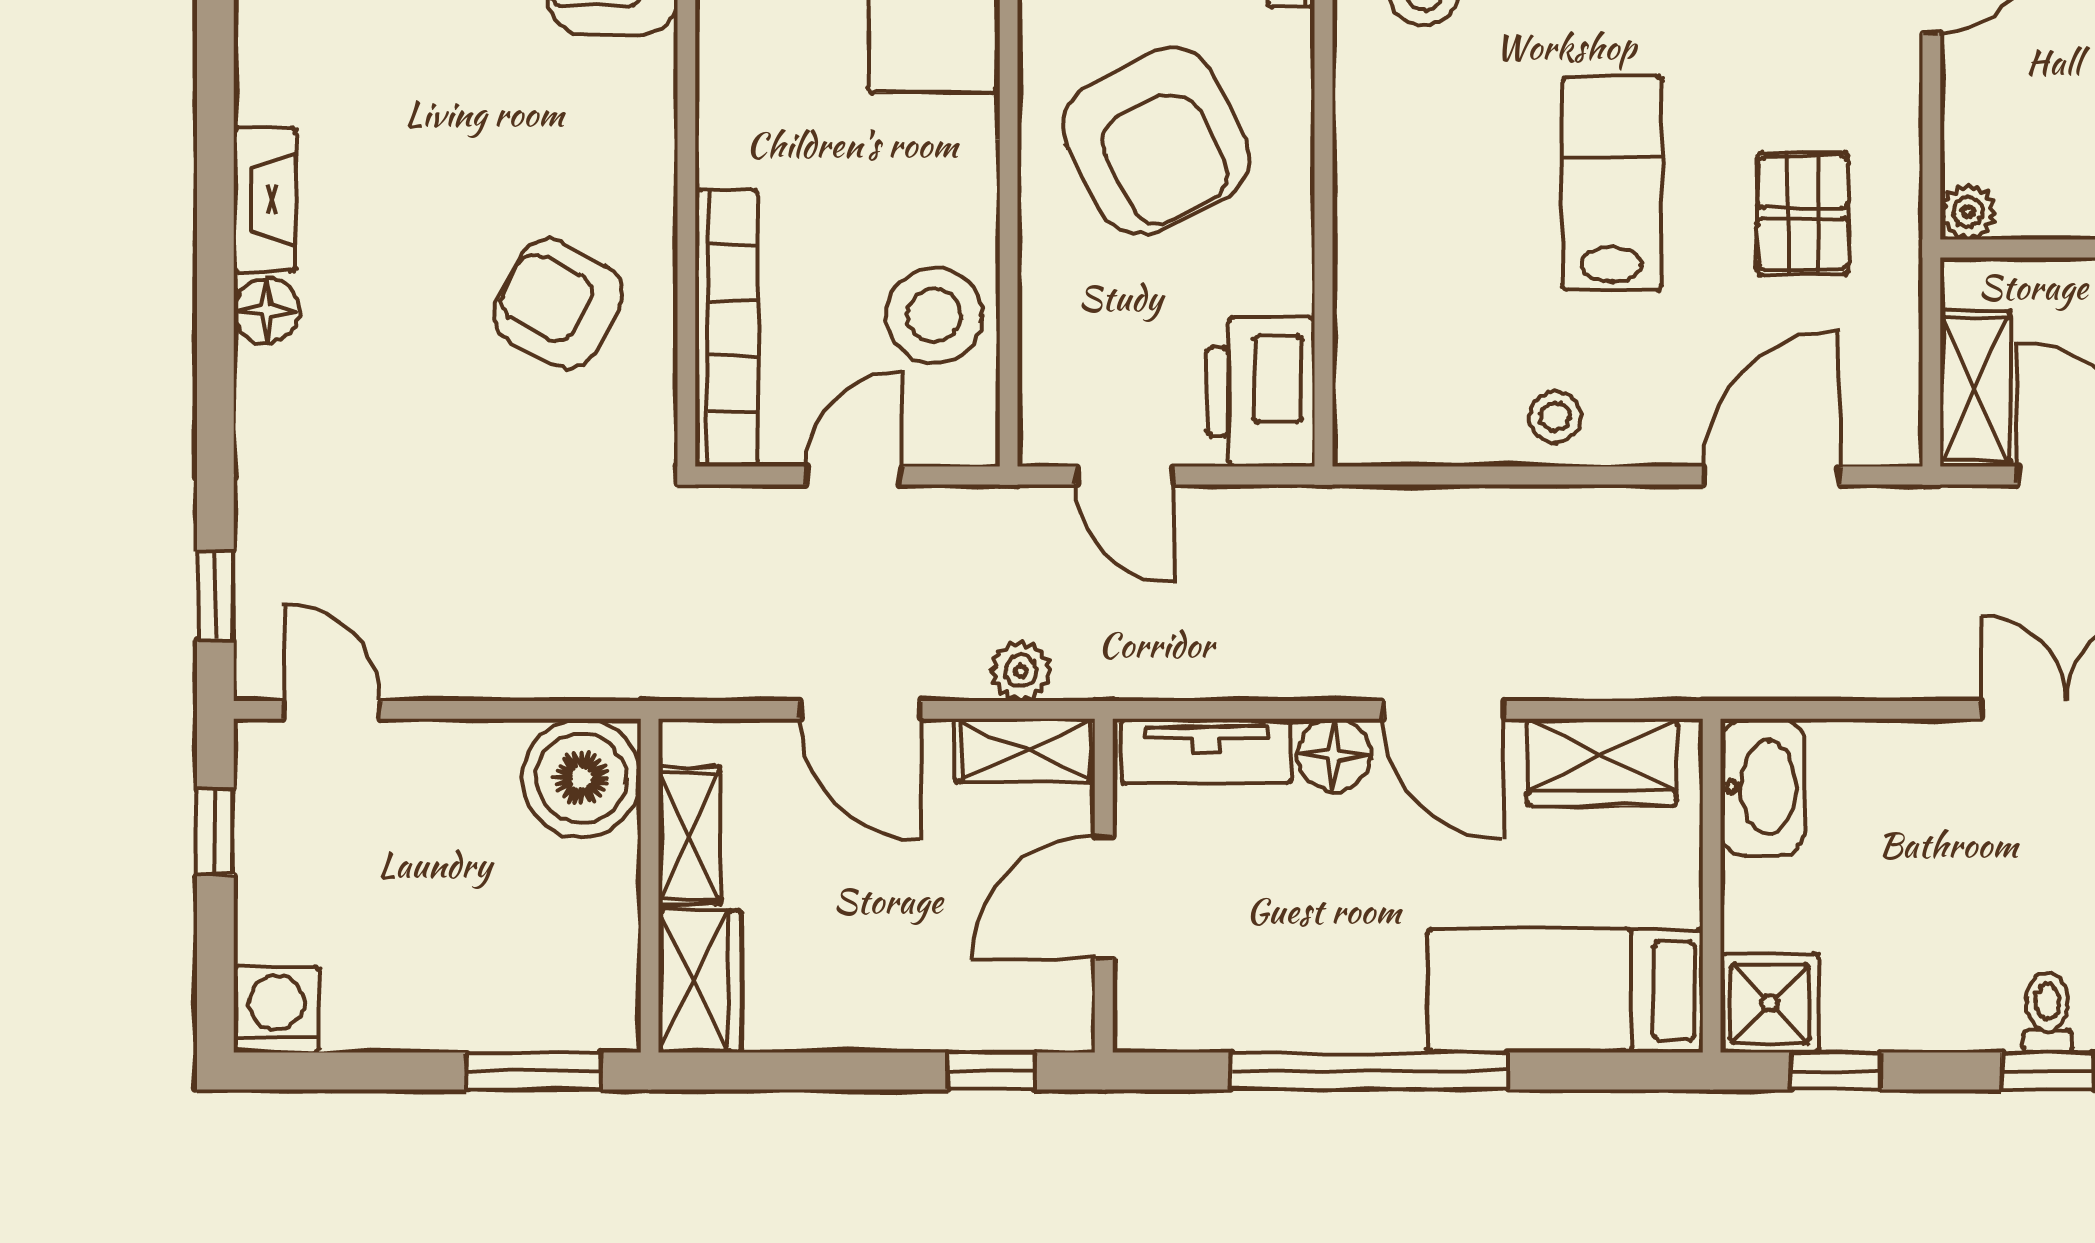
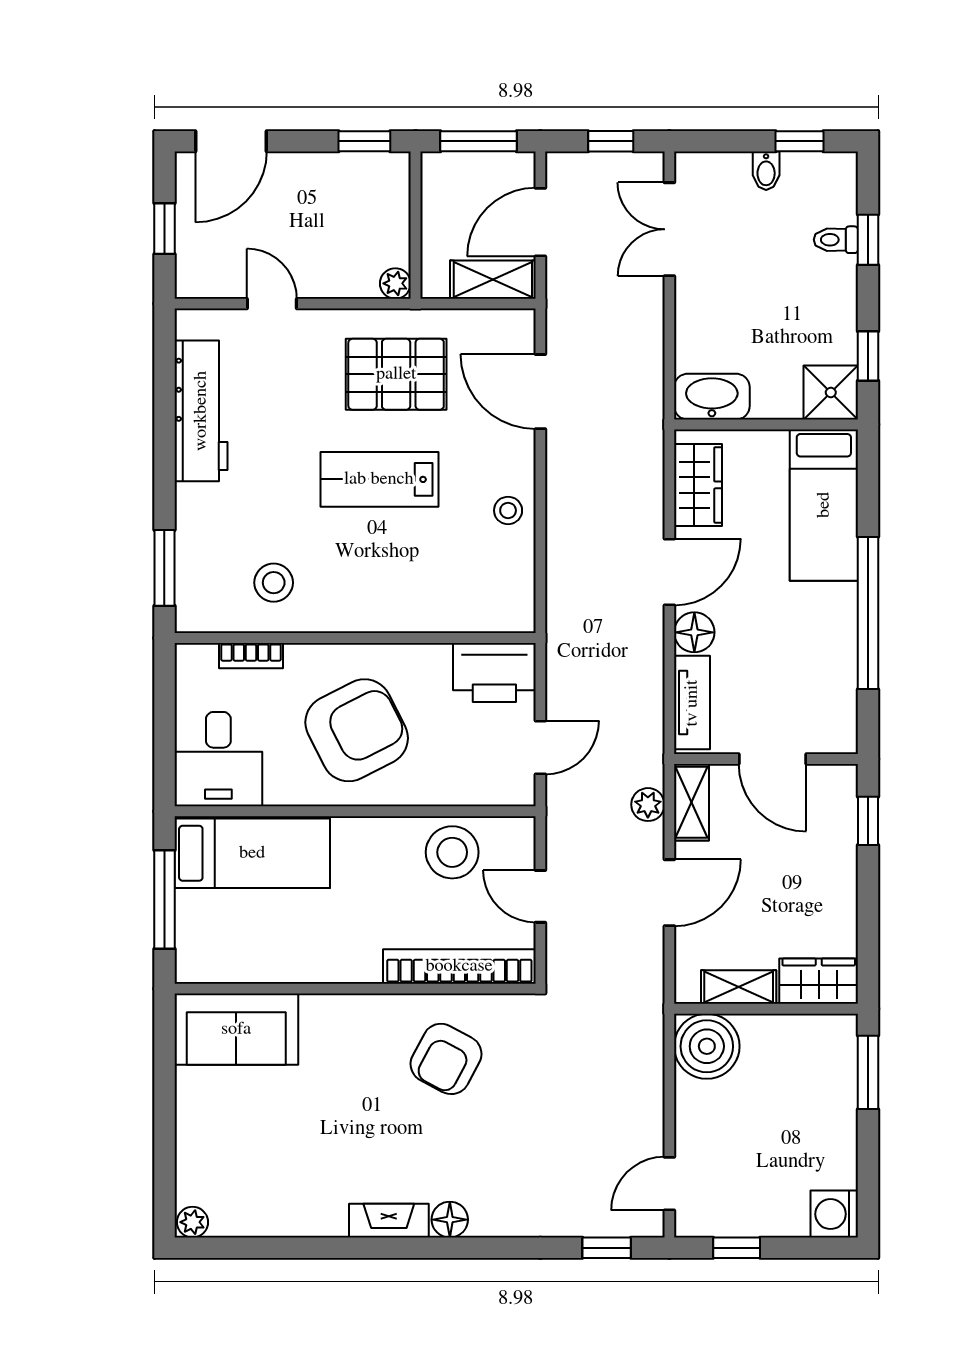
pallet: (1803, 213) -> (396, 374), width x1.50, depth x1.42

